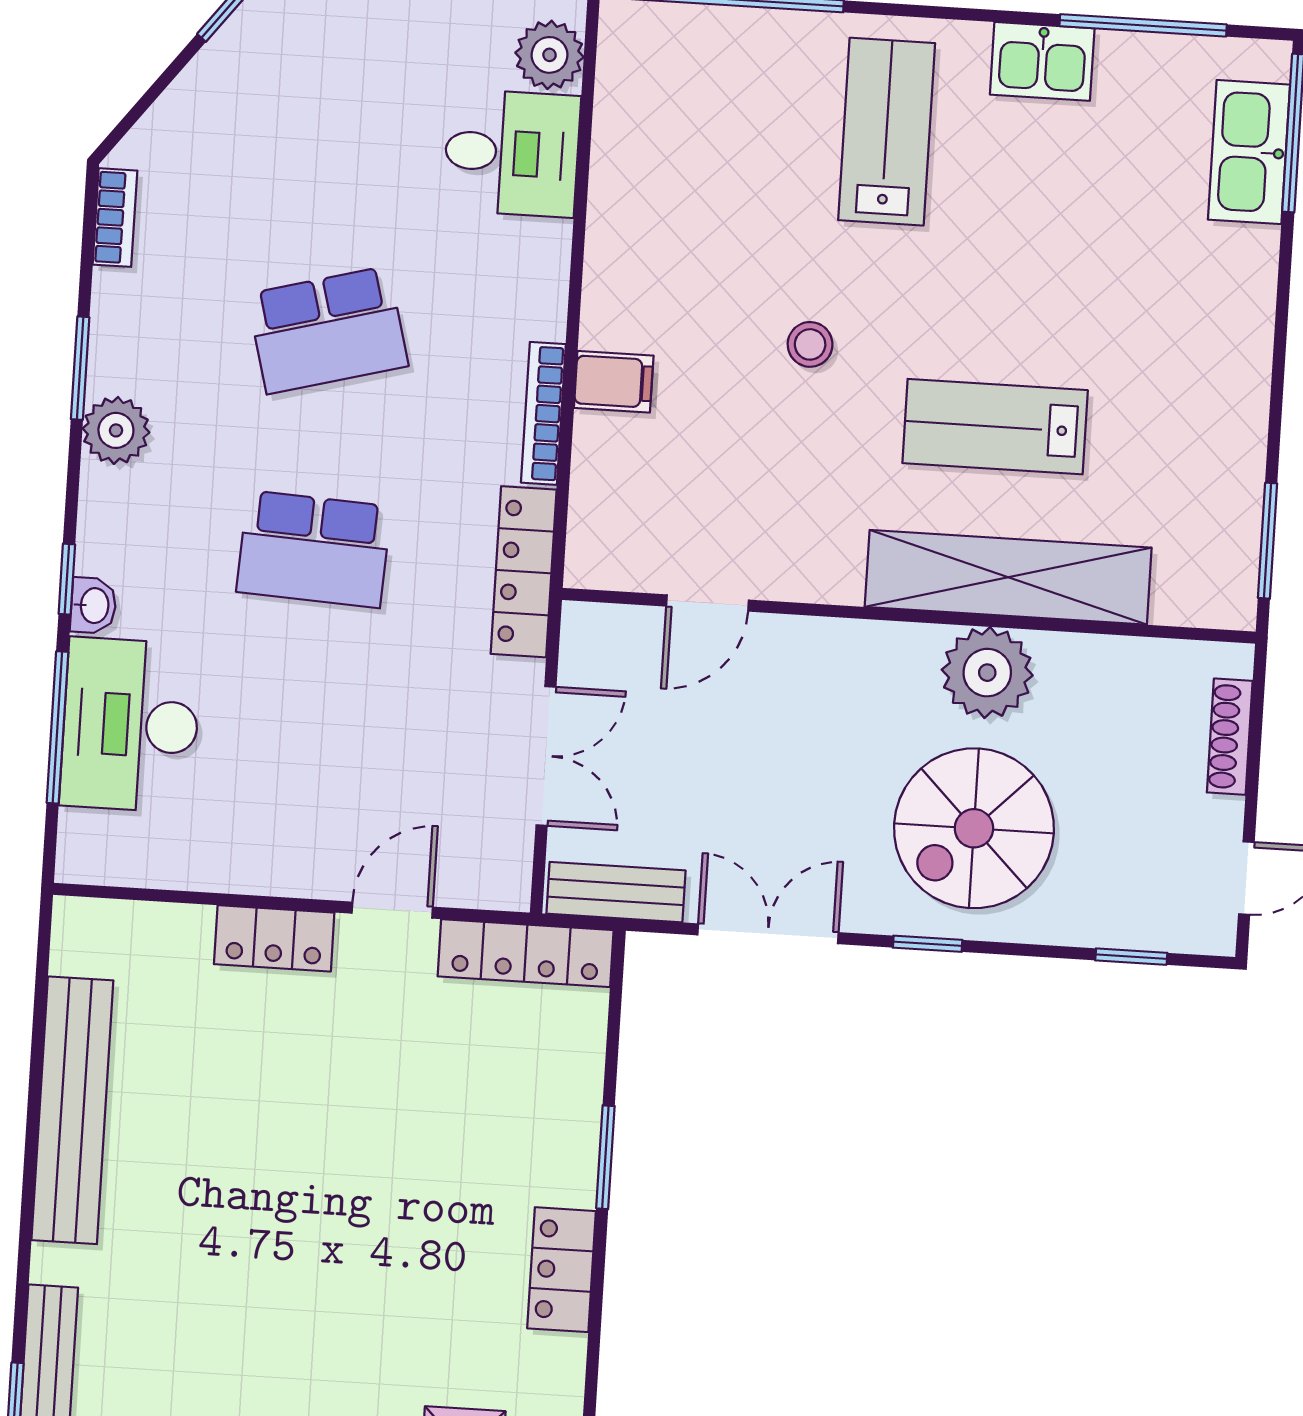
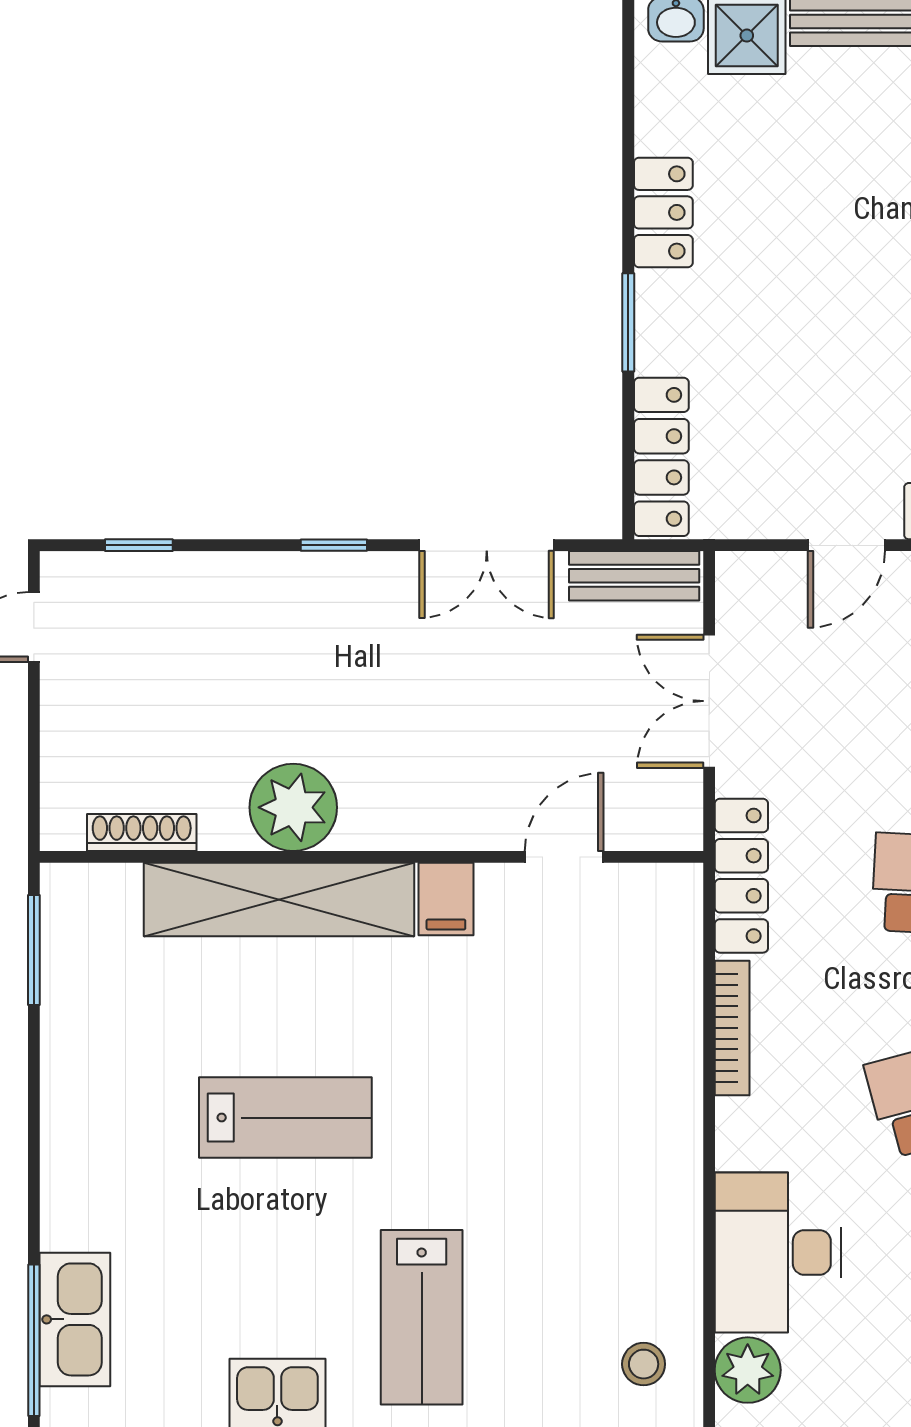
desk: (512, 153) -> (778, 1252), width x1.37
stool: (810, 344) -> (644, 1364), moved
filing cabinet: (614, 382) -> (446, 899), moved, turned -90
lab bench: (995, 427) -> (285, 1118), moved
shoe rack: (1230, 737) -> (142, 833), moved, turned -90
spiral stairs: (974, 828) -> (297, 658), removed
locker: (526, 953) -> (661, 457), moved, turned 90

